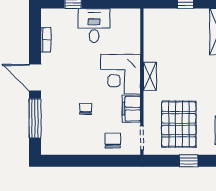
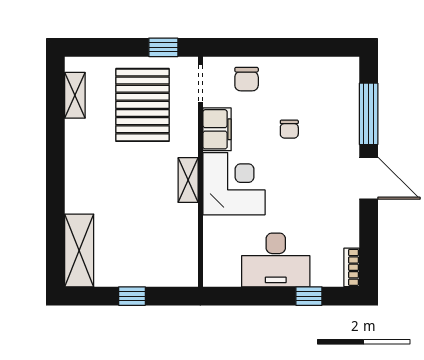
desk: (94, 26) -> (276, 260), width x1.37
bookcase: (46, 40) -> (352, 267), moved
window: (189, 161) -> (163, 47), moved

